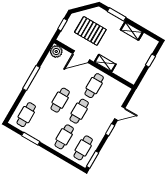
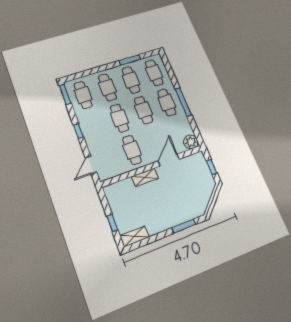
pallet: (90, 31) -> (187, 188), removed
shelving: (132, 31) -> (134, 236), moved
cafe table: (41, 89) -> (167, 102), added
door: (120, 113) -> (91, 165), moved
cafe table: (45, 126) -> (131, 80), added

